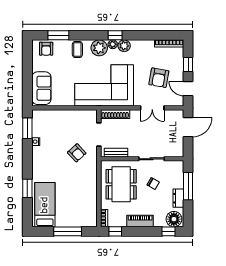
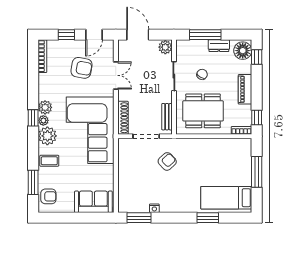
plant: (177, 151) -> (165, 47), added

